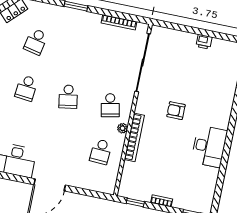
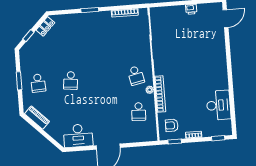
school desk: (36, 42) -> (68, 44), removed
school desk: (68, 97) -> (103, 78), removed
armchair: (176, 111) -> (172, 125), moved
desk: (209, 146) -> (219, 105), moved

